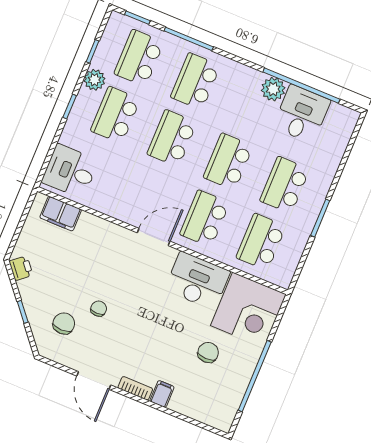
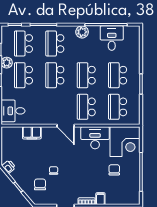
plant: (273, 89) -> (82, 32), moved
filing cabinet: (61, 214) -> (32, 133), moved
door: (154, 237) -> (66, 126), swing flipped

